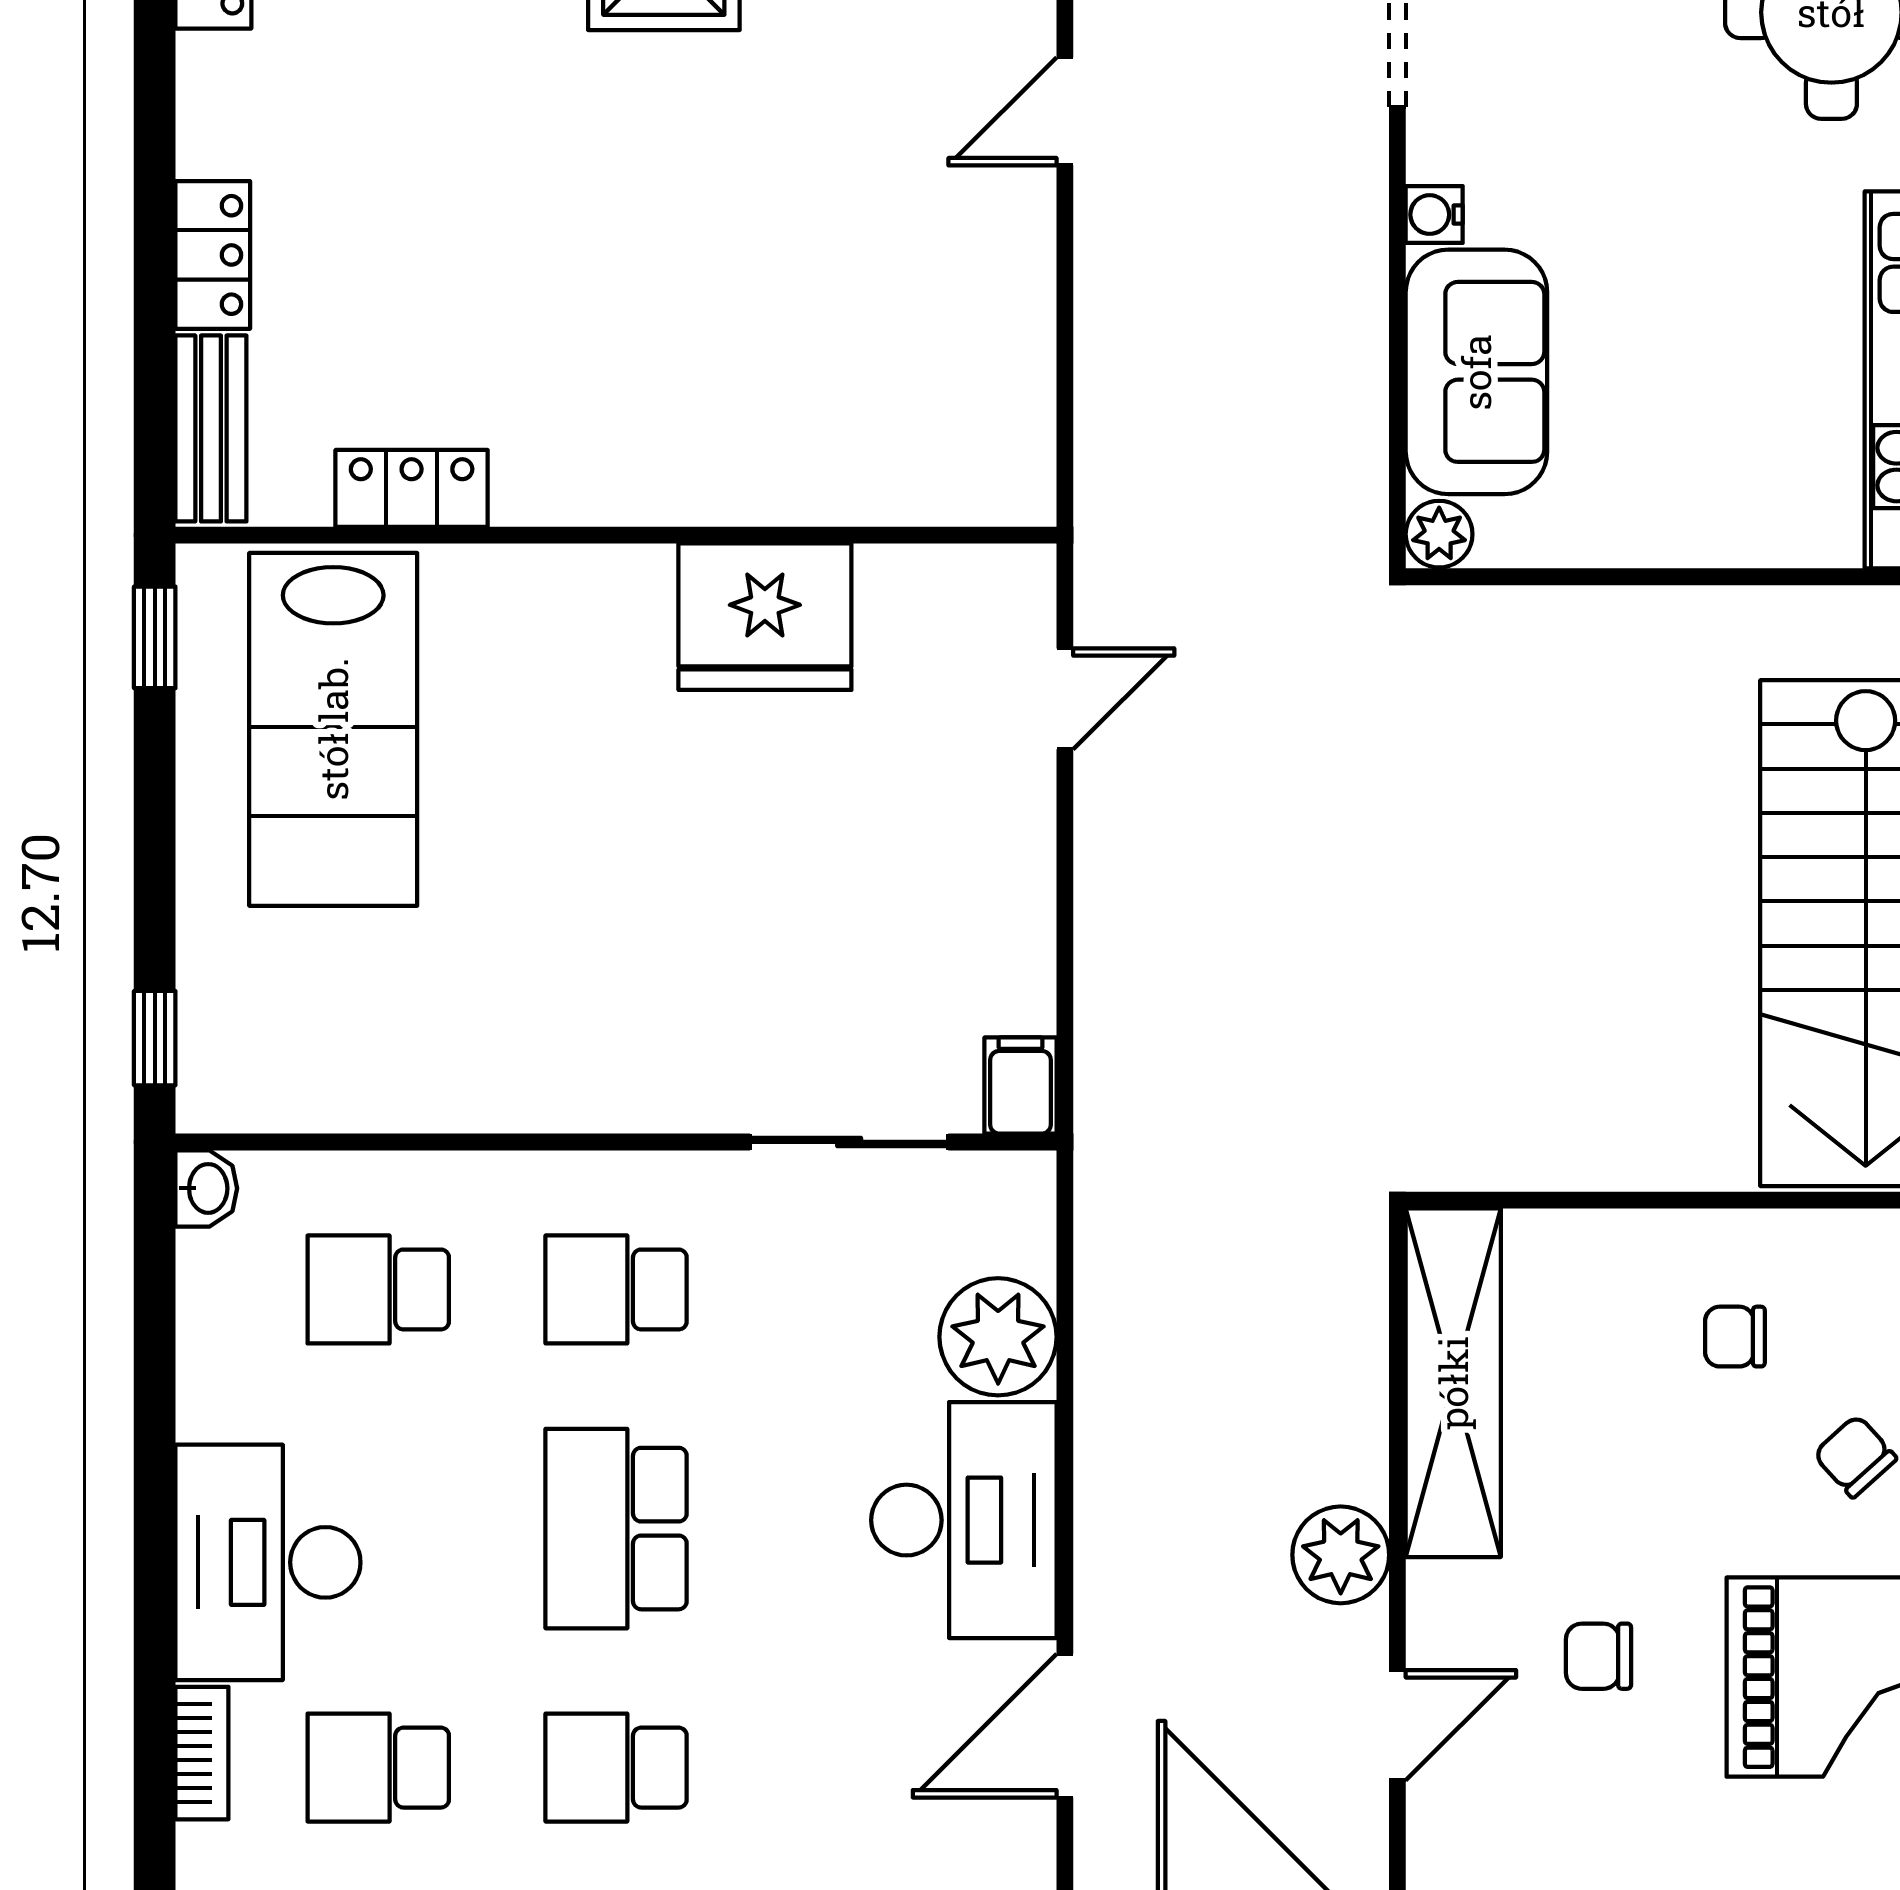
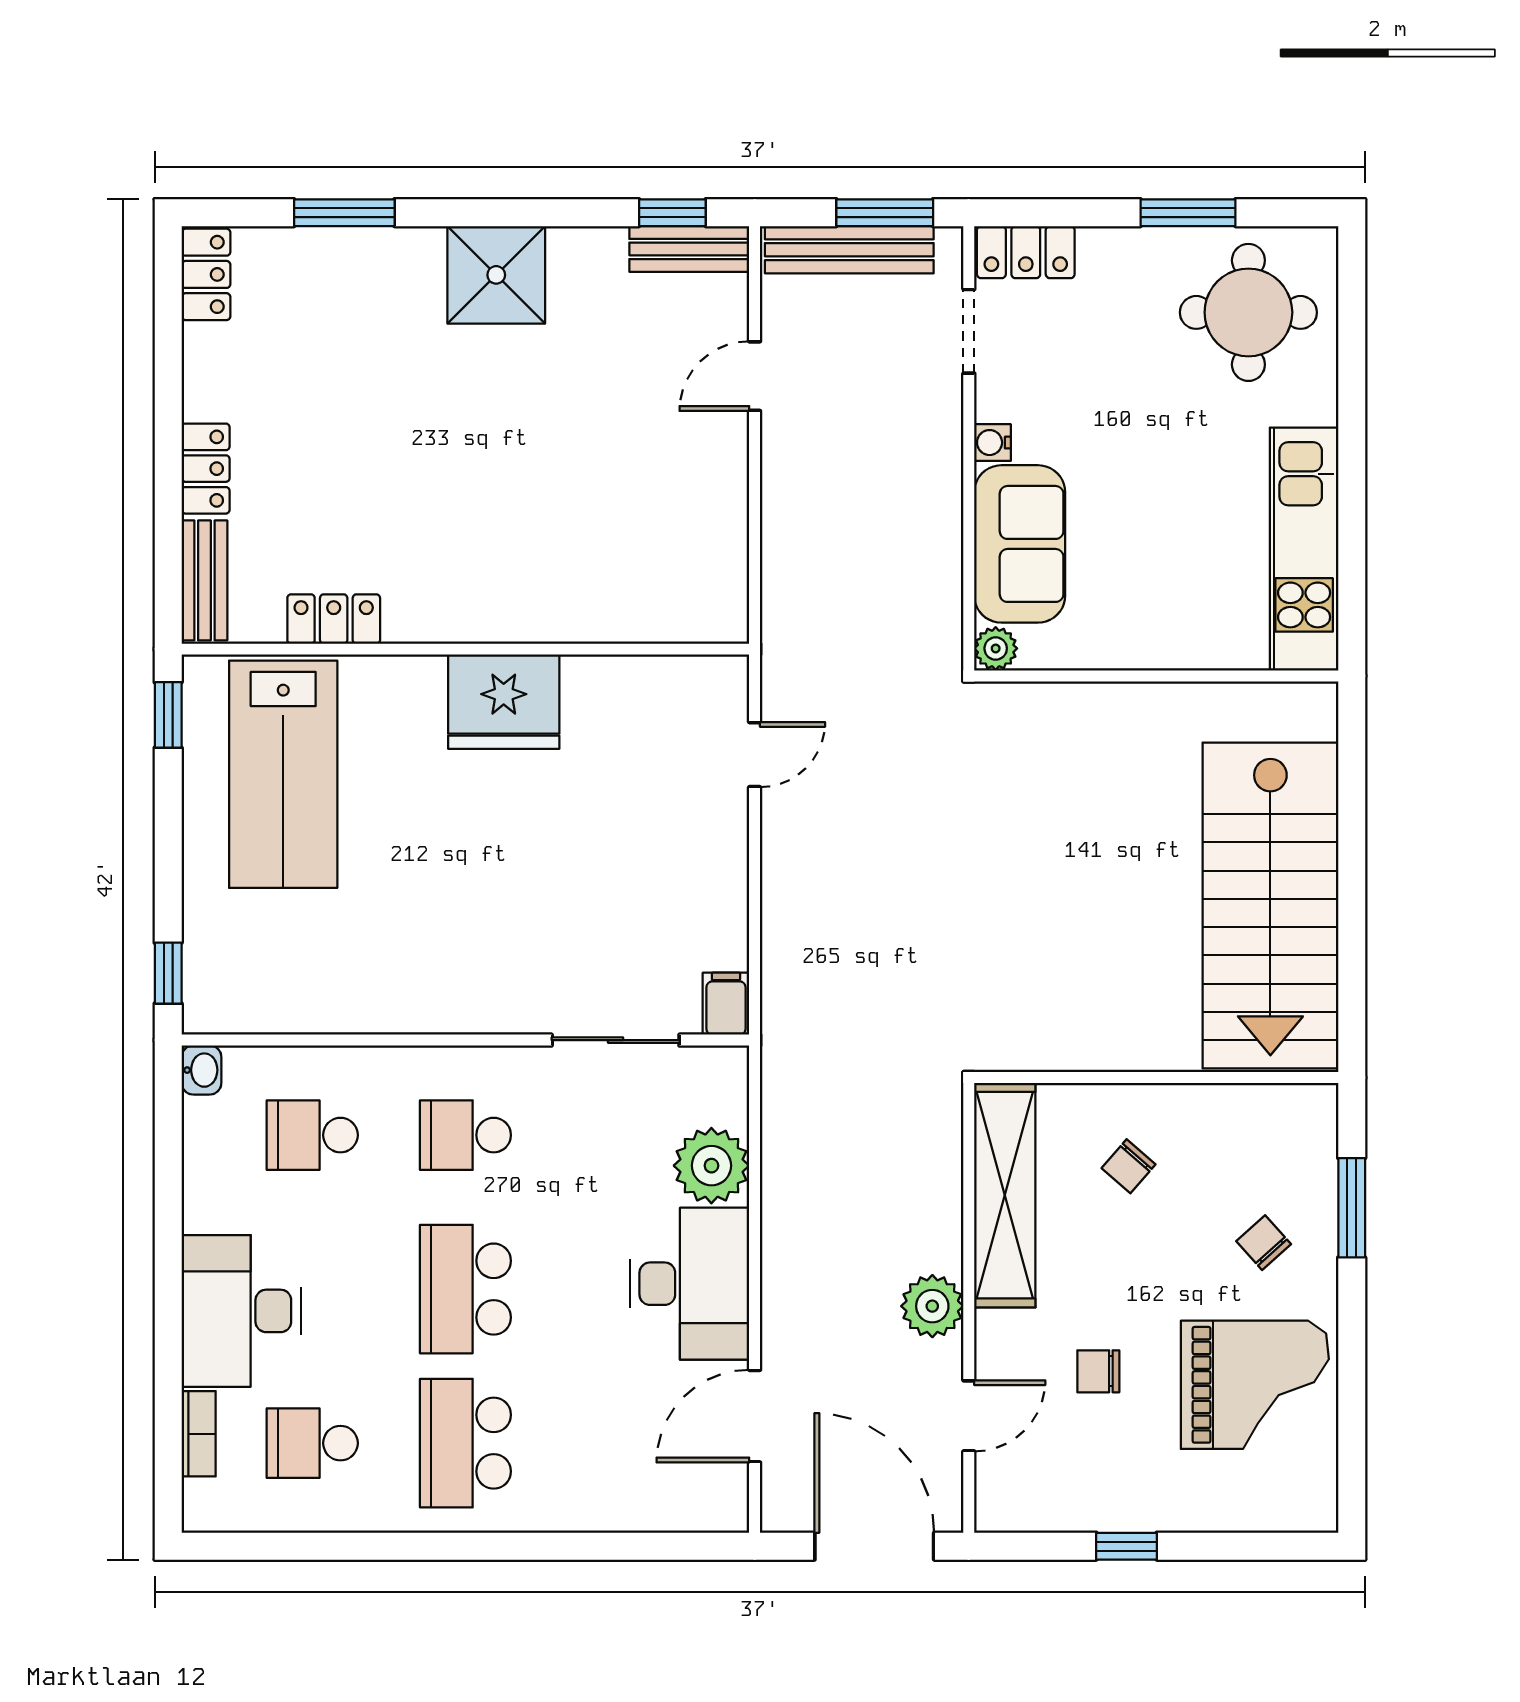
fridge: (765, 617) -> (504, 702), moved
chair: (1735, 1337) -> (1129, 1166), moved, turned -49
school desk: (616, 1768) -> (465, 1443), width x1.85

